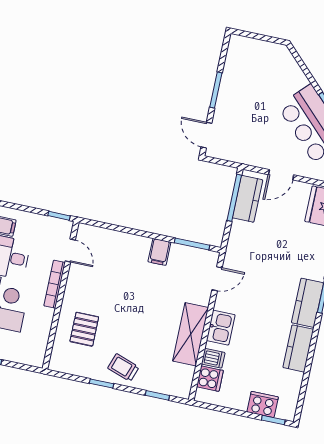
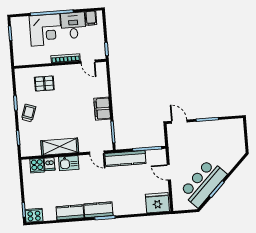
door: (206, 135) -> (179, 122), hinge flipped
kitchen counter: (248, 199) -> (125, 159), moved, width x1.50
door: (70, 251) -> (88, 62), hinge flipped
filing cabinet: (159, 252) -> (102, 109), width x2.00
cooker: (263, 404) -> (34, 215), moved, turned -90

